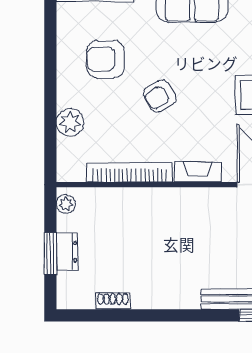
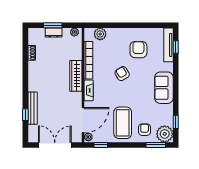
plant: (70, 122) -> (100, 34), moved
wardrobe: (165, 201) -> (76, 76), added

